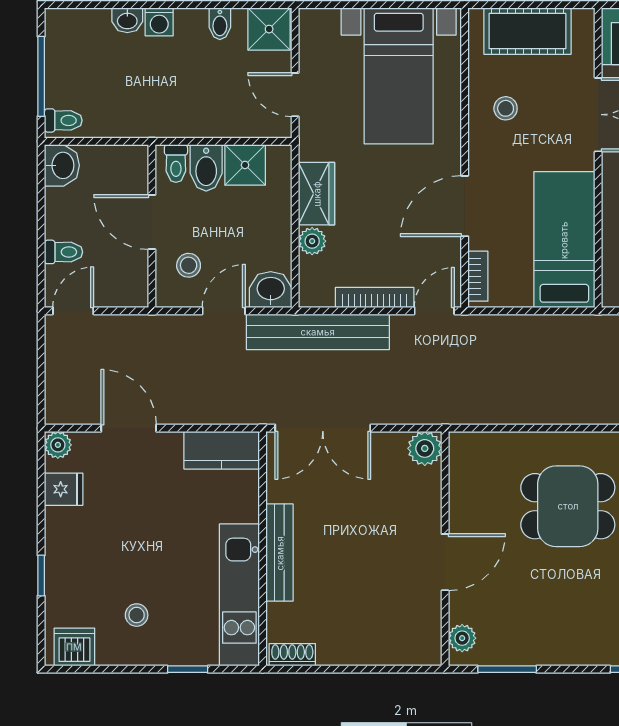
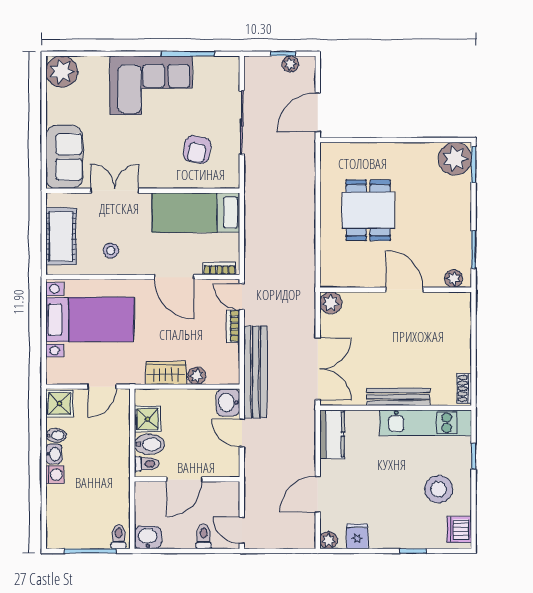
washbasin: (127, 20) -> (54, 454), moved
stool: (189, 265) -> (212, 456), removed
bookcase: (375, 298) -> (233, 326), width x0.64
stool: (137, 615) -> (439, 489), width x1.89, depth x1.89

